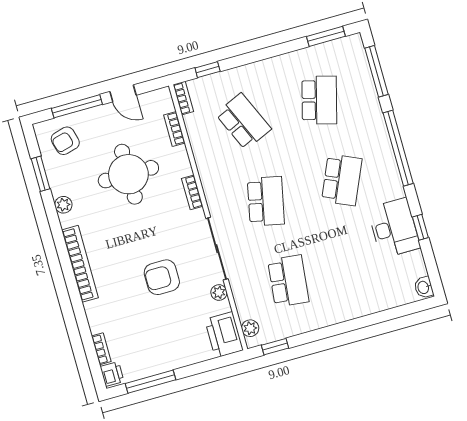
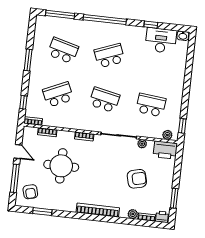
window: (326, 36) -> (28, 60), moved
door: (123, 93) -> (18, 152), hinge flipped
school desk: (342, 180) -> (109, 56), turned -45
plant: (63, 205) -> (133, 214), moved
desk: (394, 228) -> (161, 40), moved
armchair: (162, 277) -> (137, 179), moved, turned -104
window: (151, 382) -> (174, 198), width x0.69

